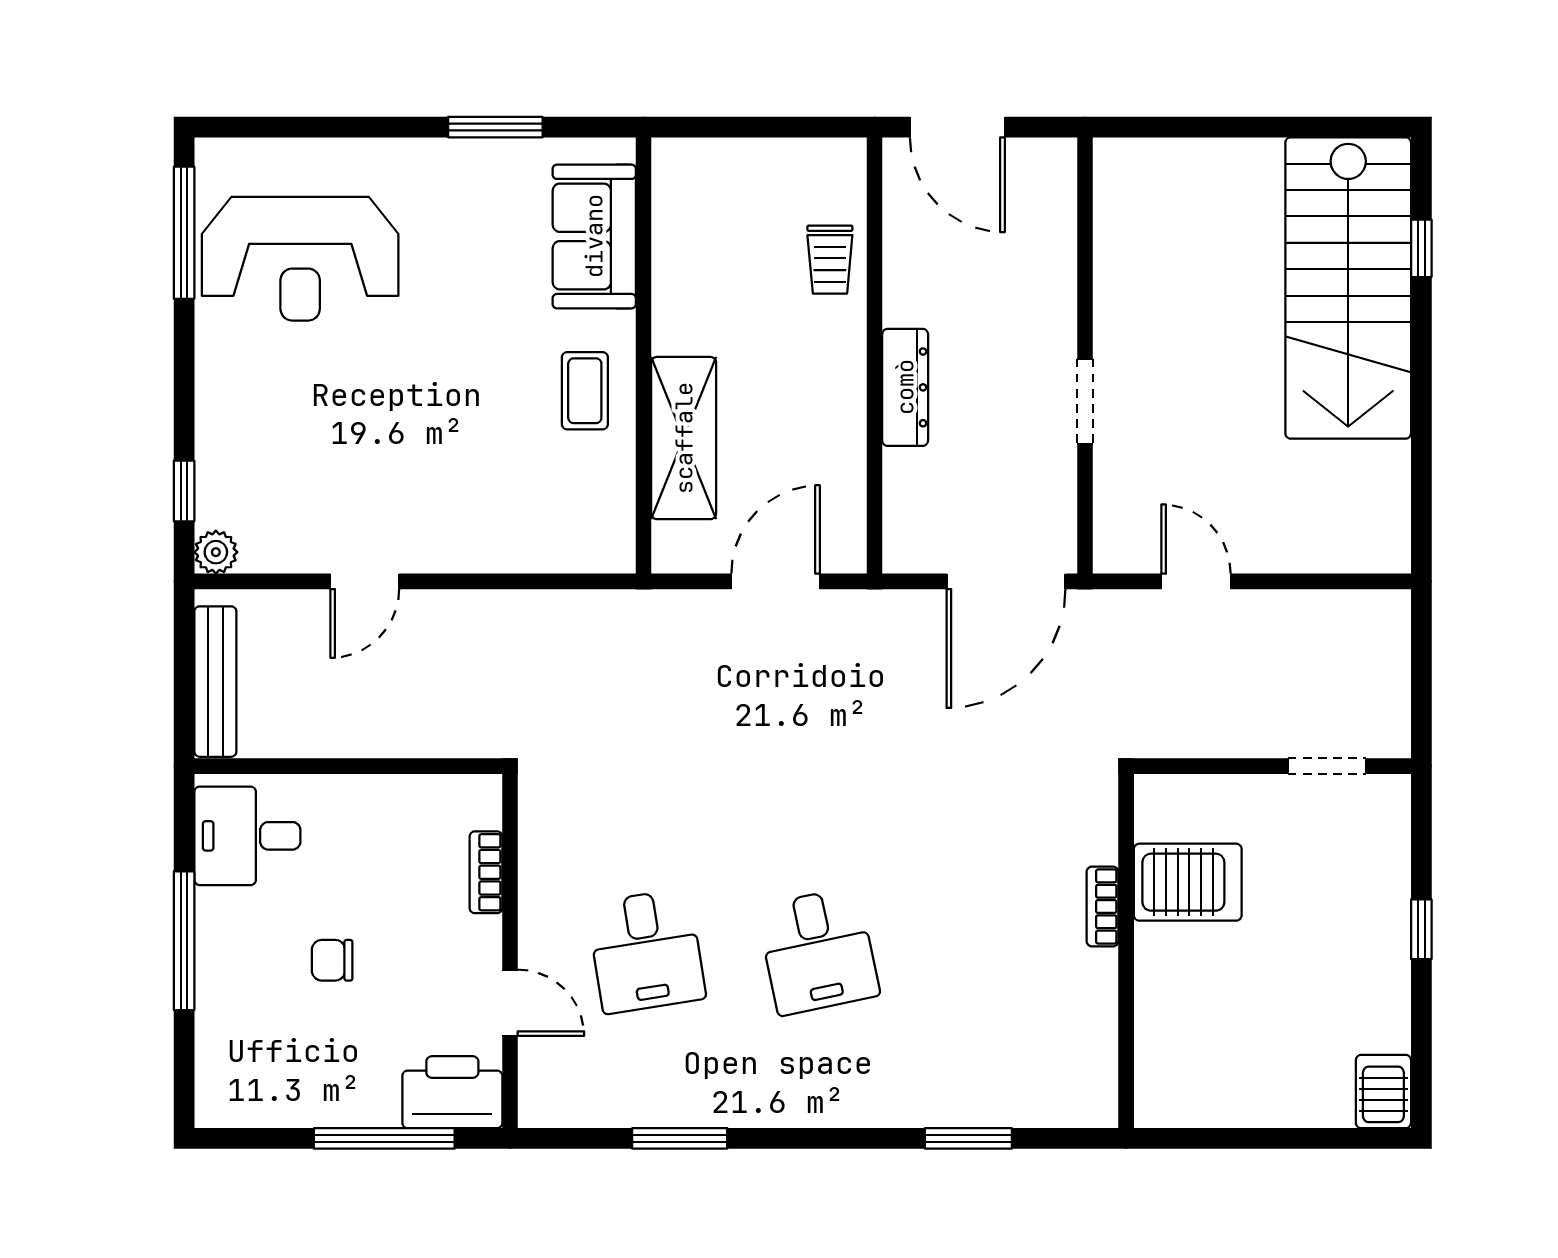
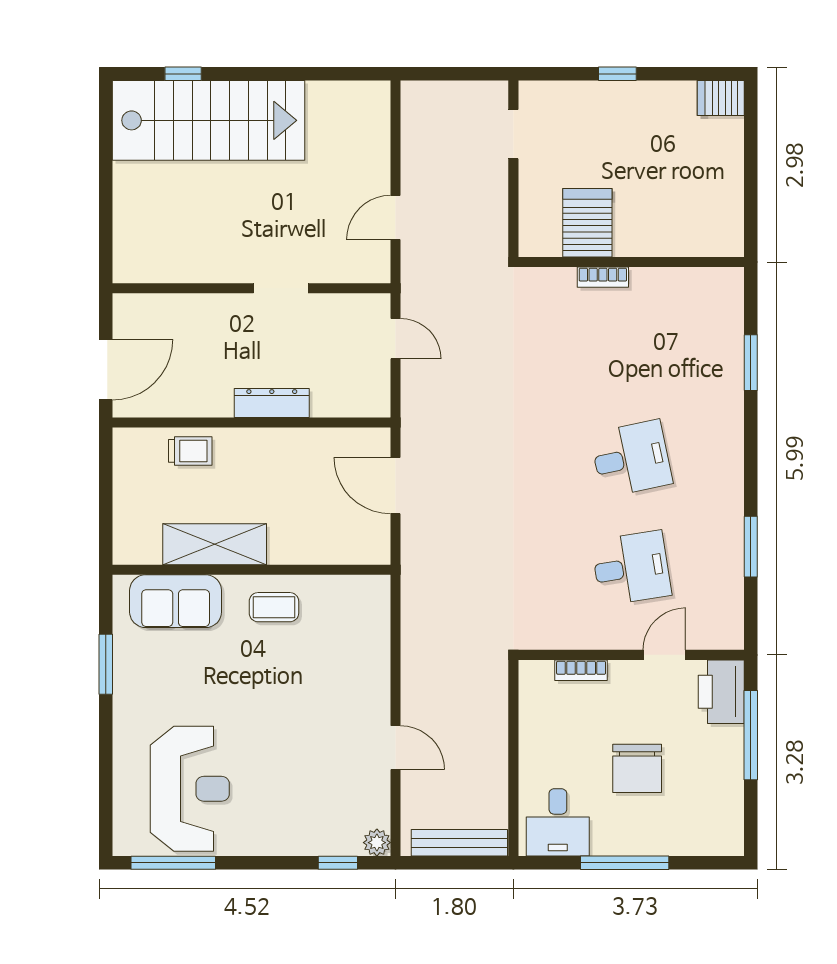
shelving: (684, 438) -> (215, 544), moved
door: (1006, 581) -> (396, 339), width x0.53
chair: (332, 960) -> (637, 768), width x1.87, depth x1.87

